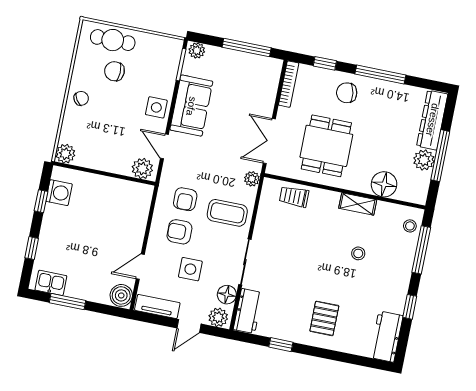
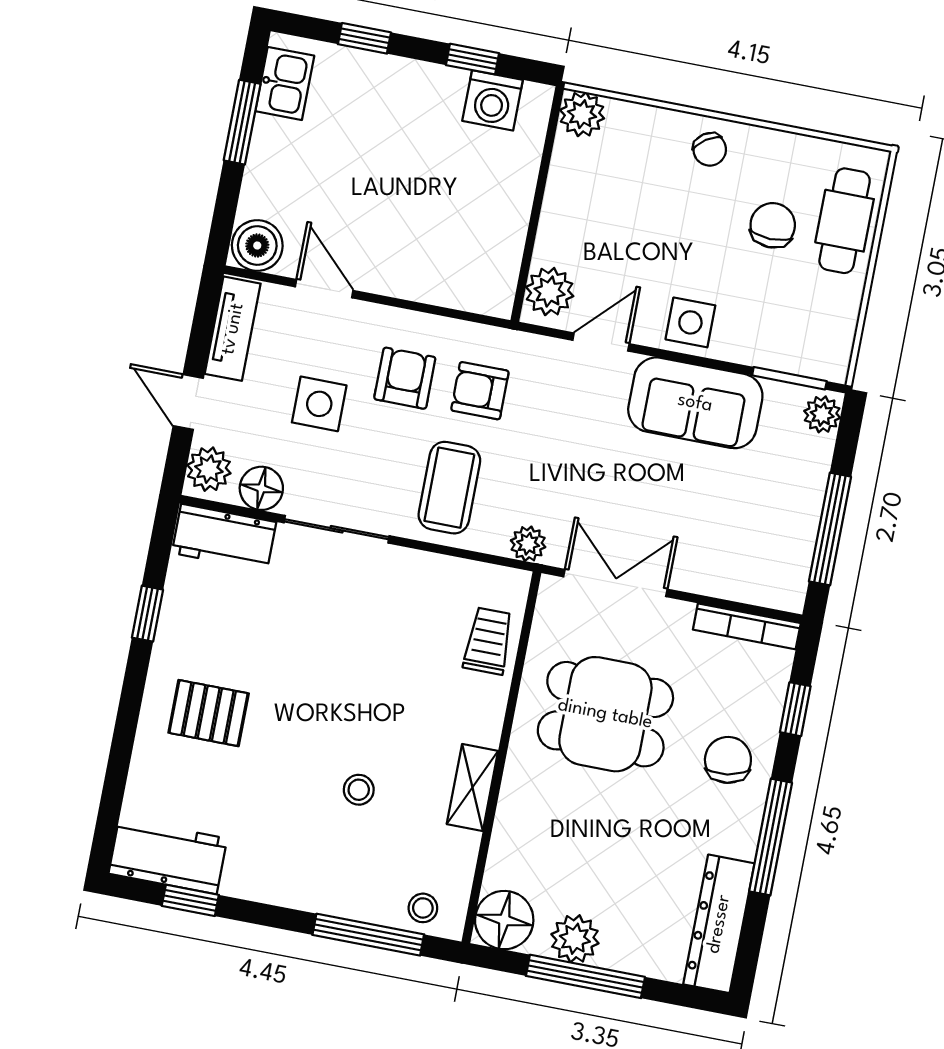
dresser: (432, 120) -> (719, 924), moved, turned -90
floor lamp: (384, 184) -> (504, 920), moved
window: (410, 307) -> (190, 900), moved

